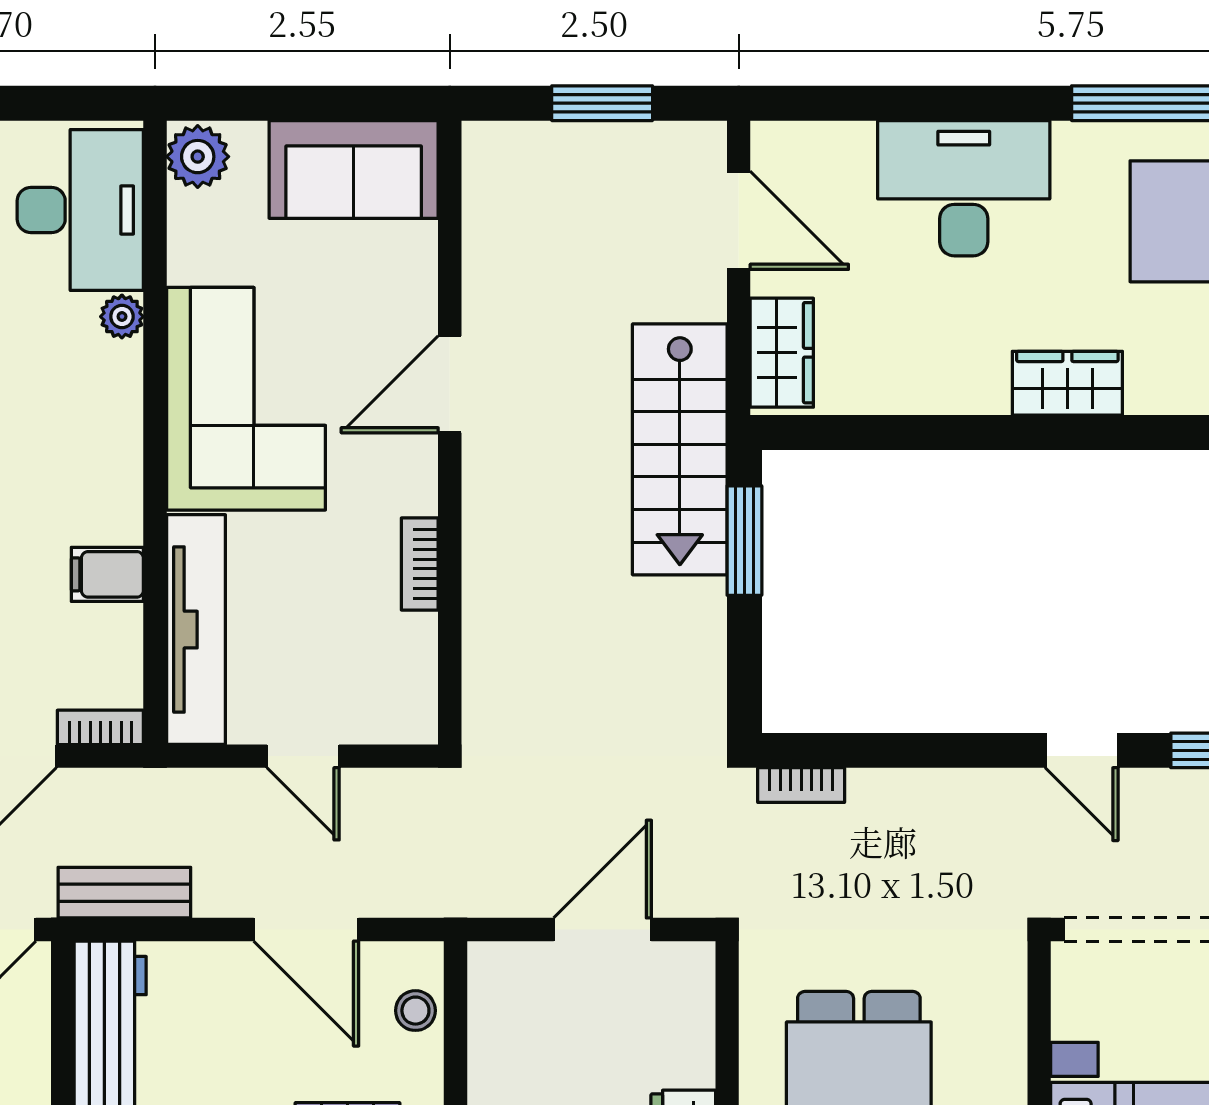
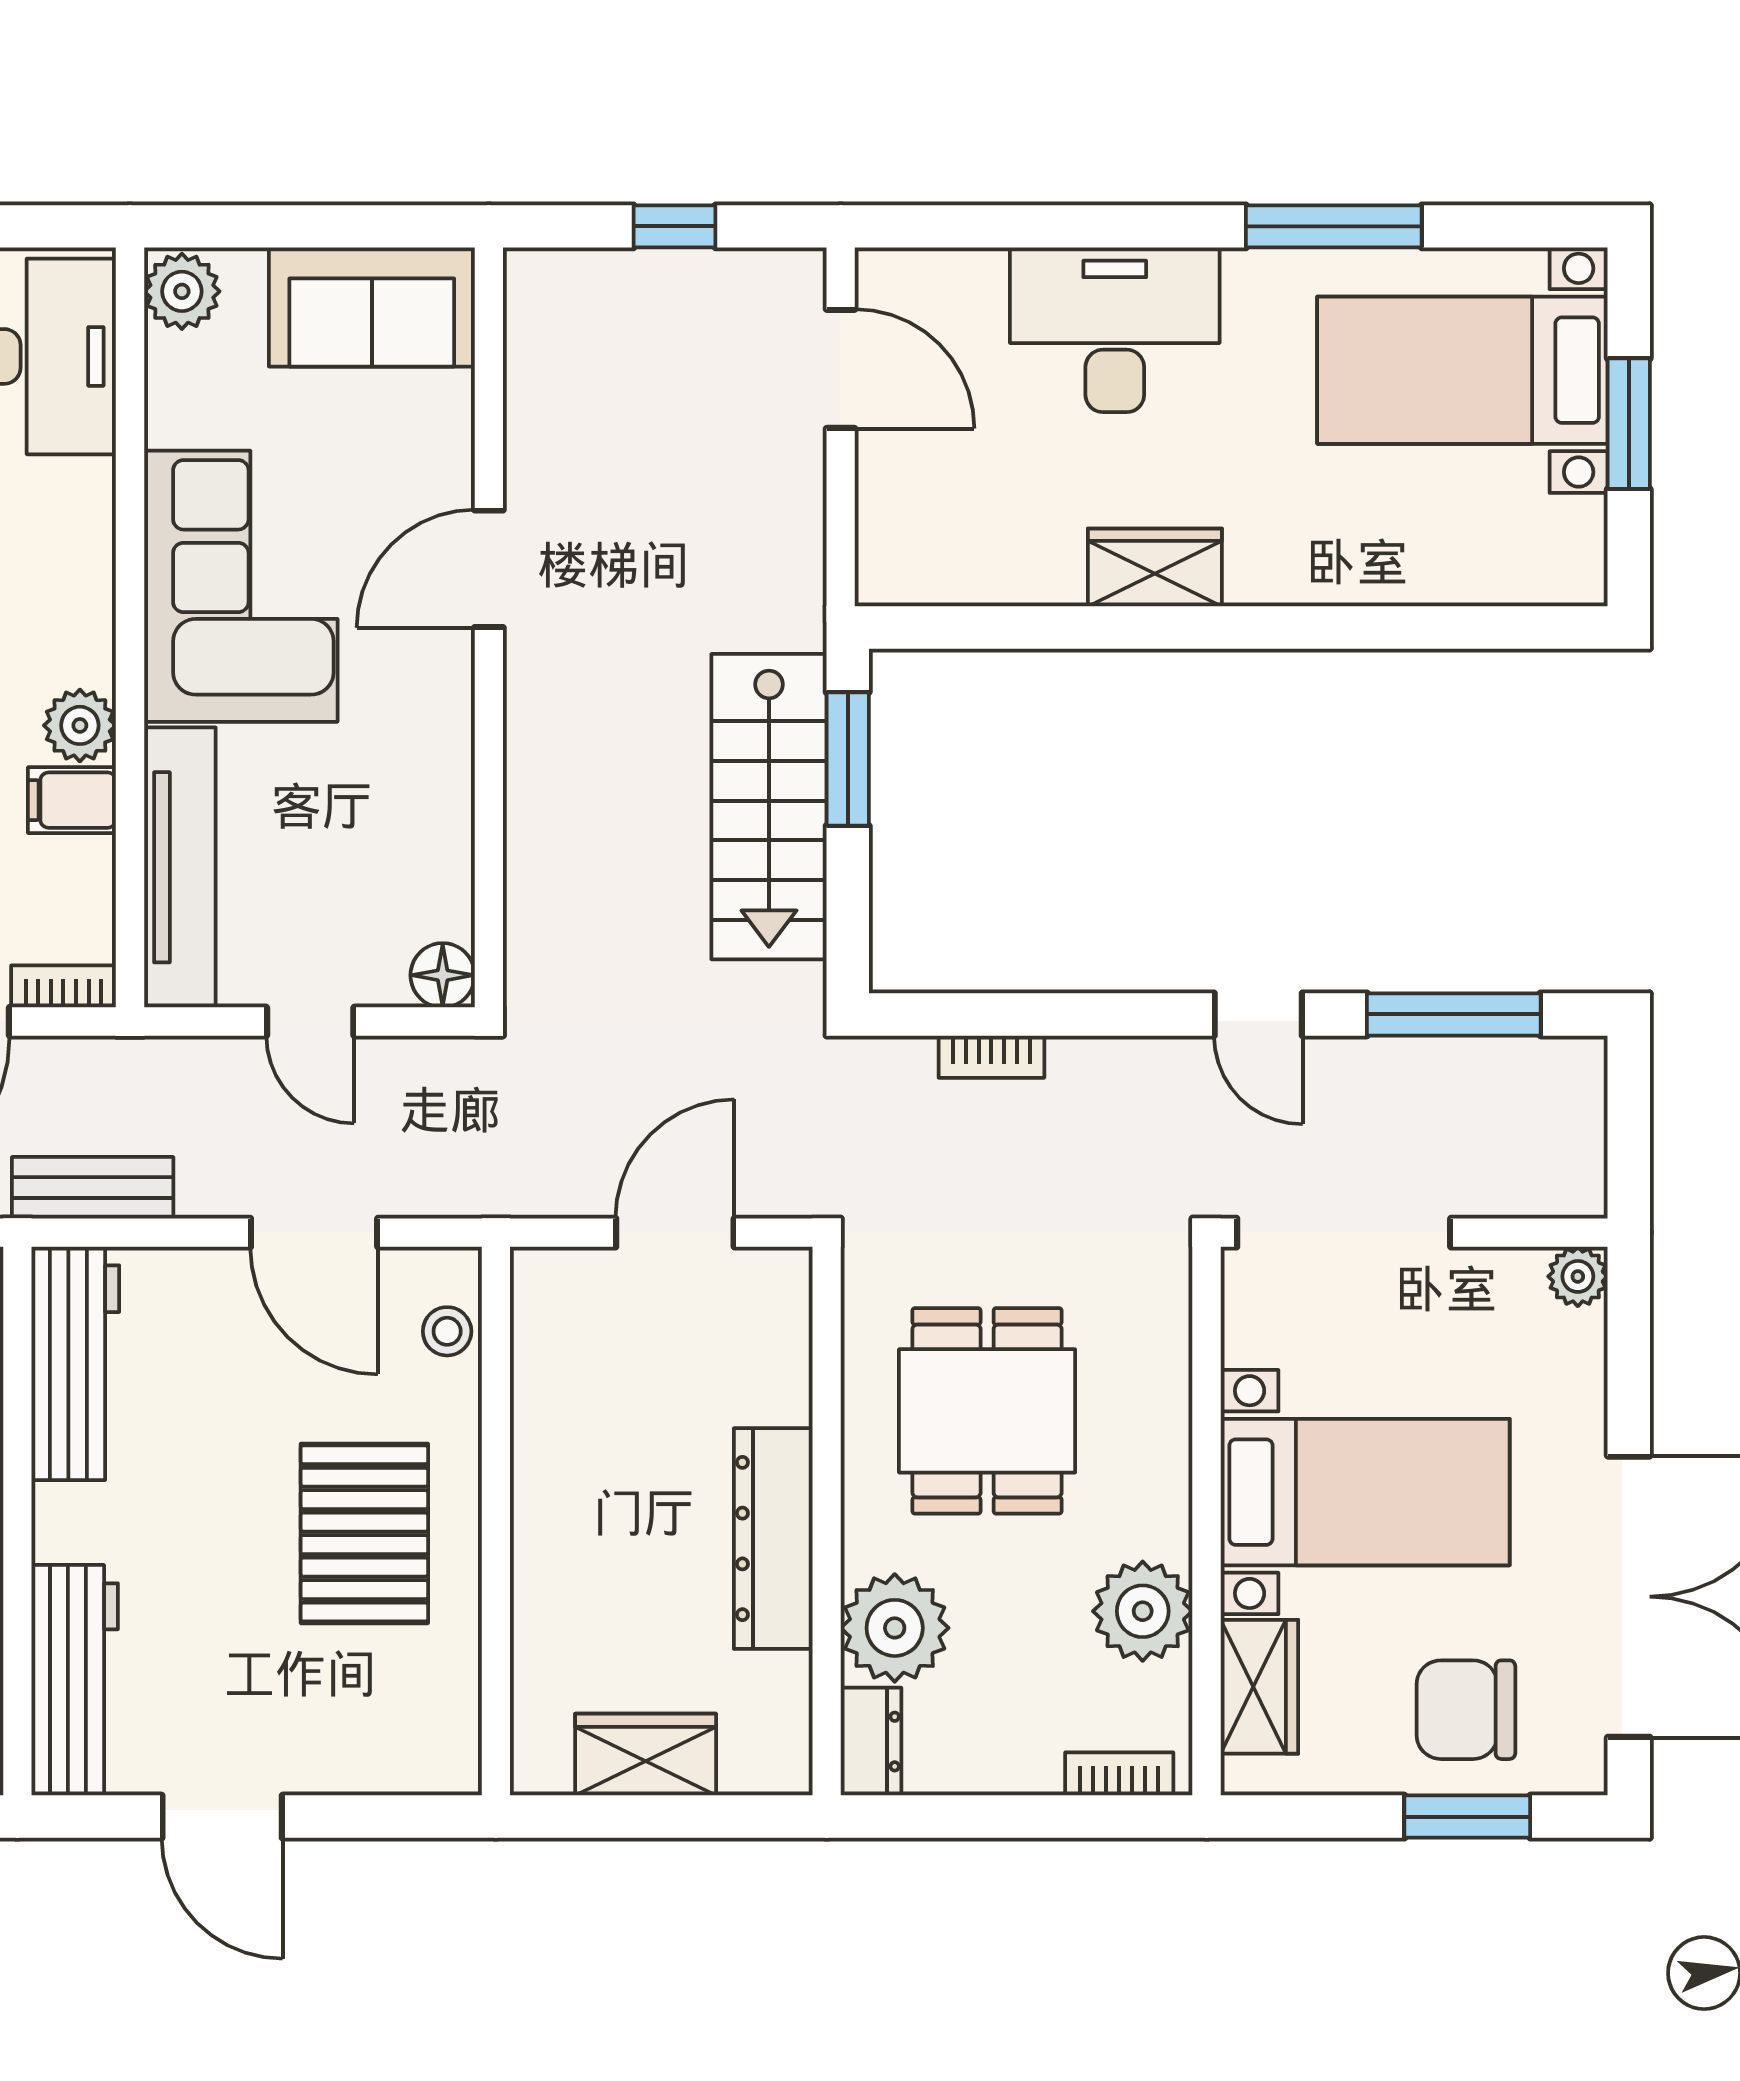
window: (602, 103) -> (674, 226), width x0.67
plant: (122, 317) -> (80, 725), moved, width x1.38, depth x1.38
wardrobe: (782, 353) -> (893, 530), removed
wardrobe: (1067, 383) -> (1155, 567), moved
stairs: (680, 449) -> (769, 807), moved
bookcase: (420, 564) -> (452, 787), removed
floor lamp: (412, 718) -> (443, 975), added
bookcase: (801, 785) -> (991, 1057), moved

